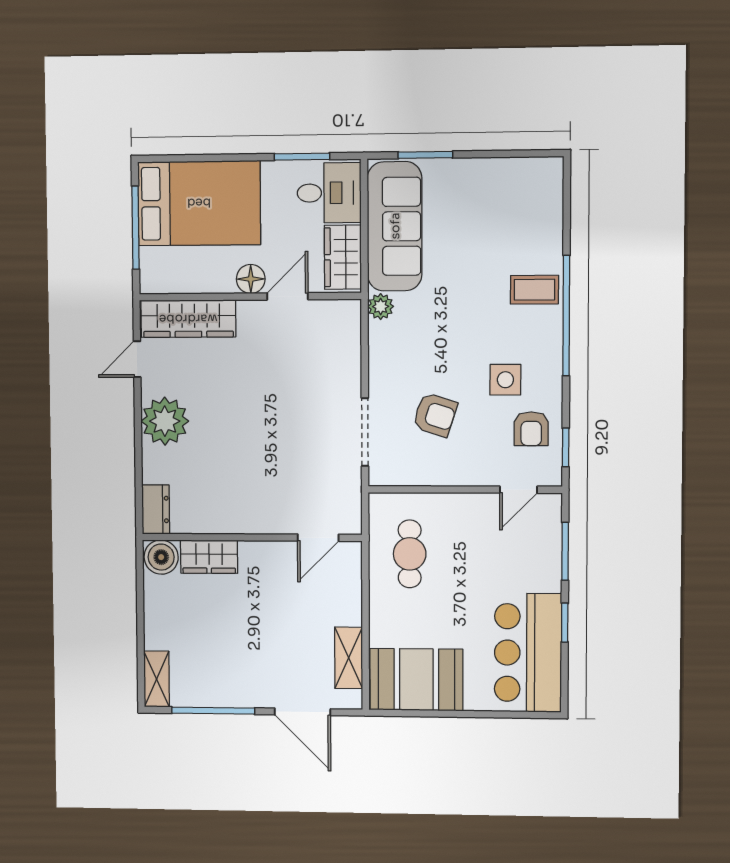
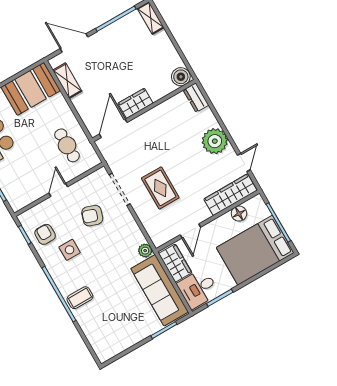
floor lamp: (251, 279) -> (239, 214), moved
rug: (297, 396) -> (160, 188), added
door: (518, 490) -> (58, 190), moved
door: (318, 538) -> (113, 128), width x1.38
wardrobe: (209, 557) -> (135, 103), moved

